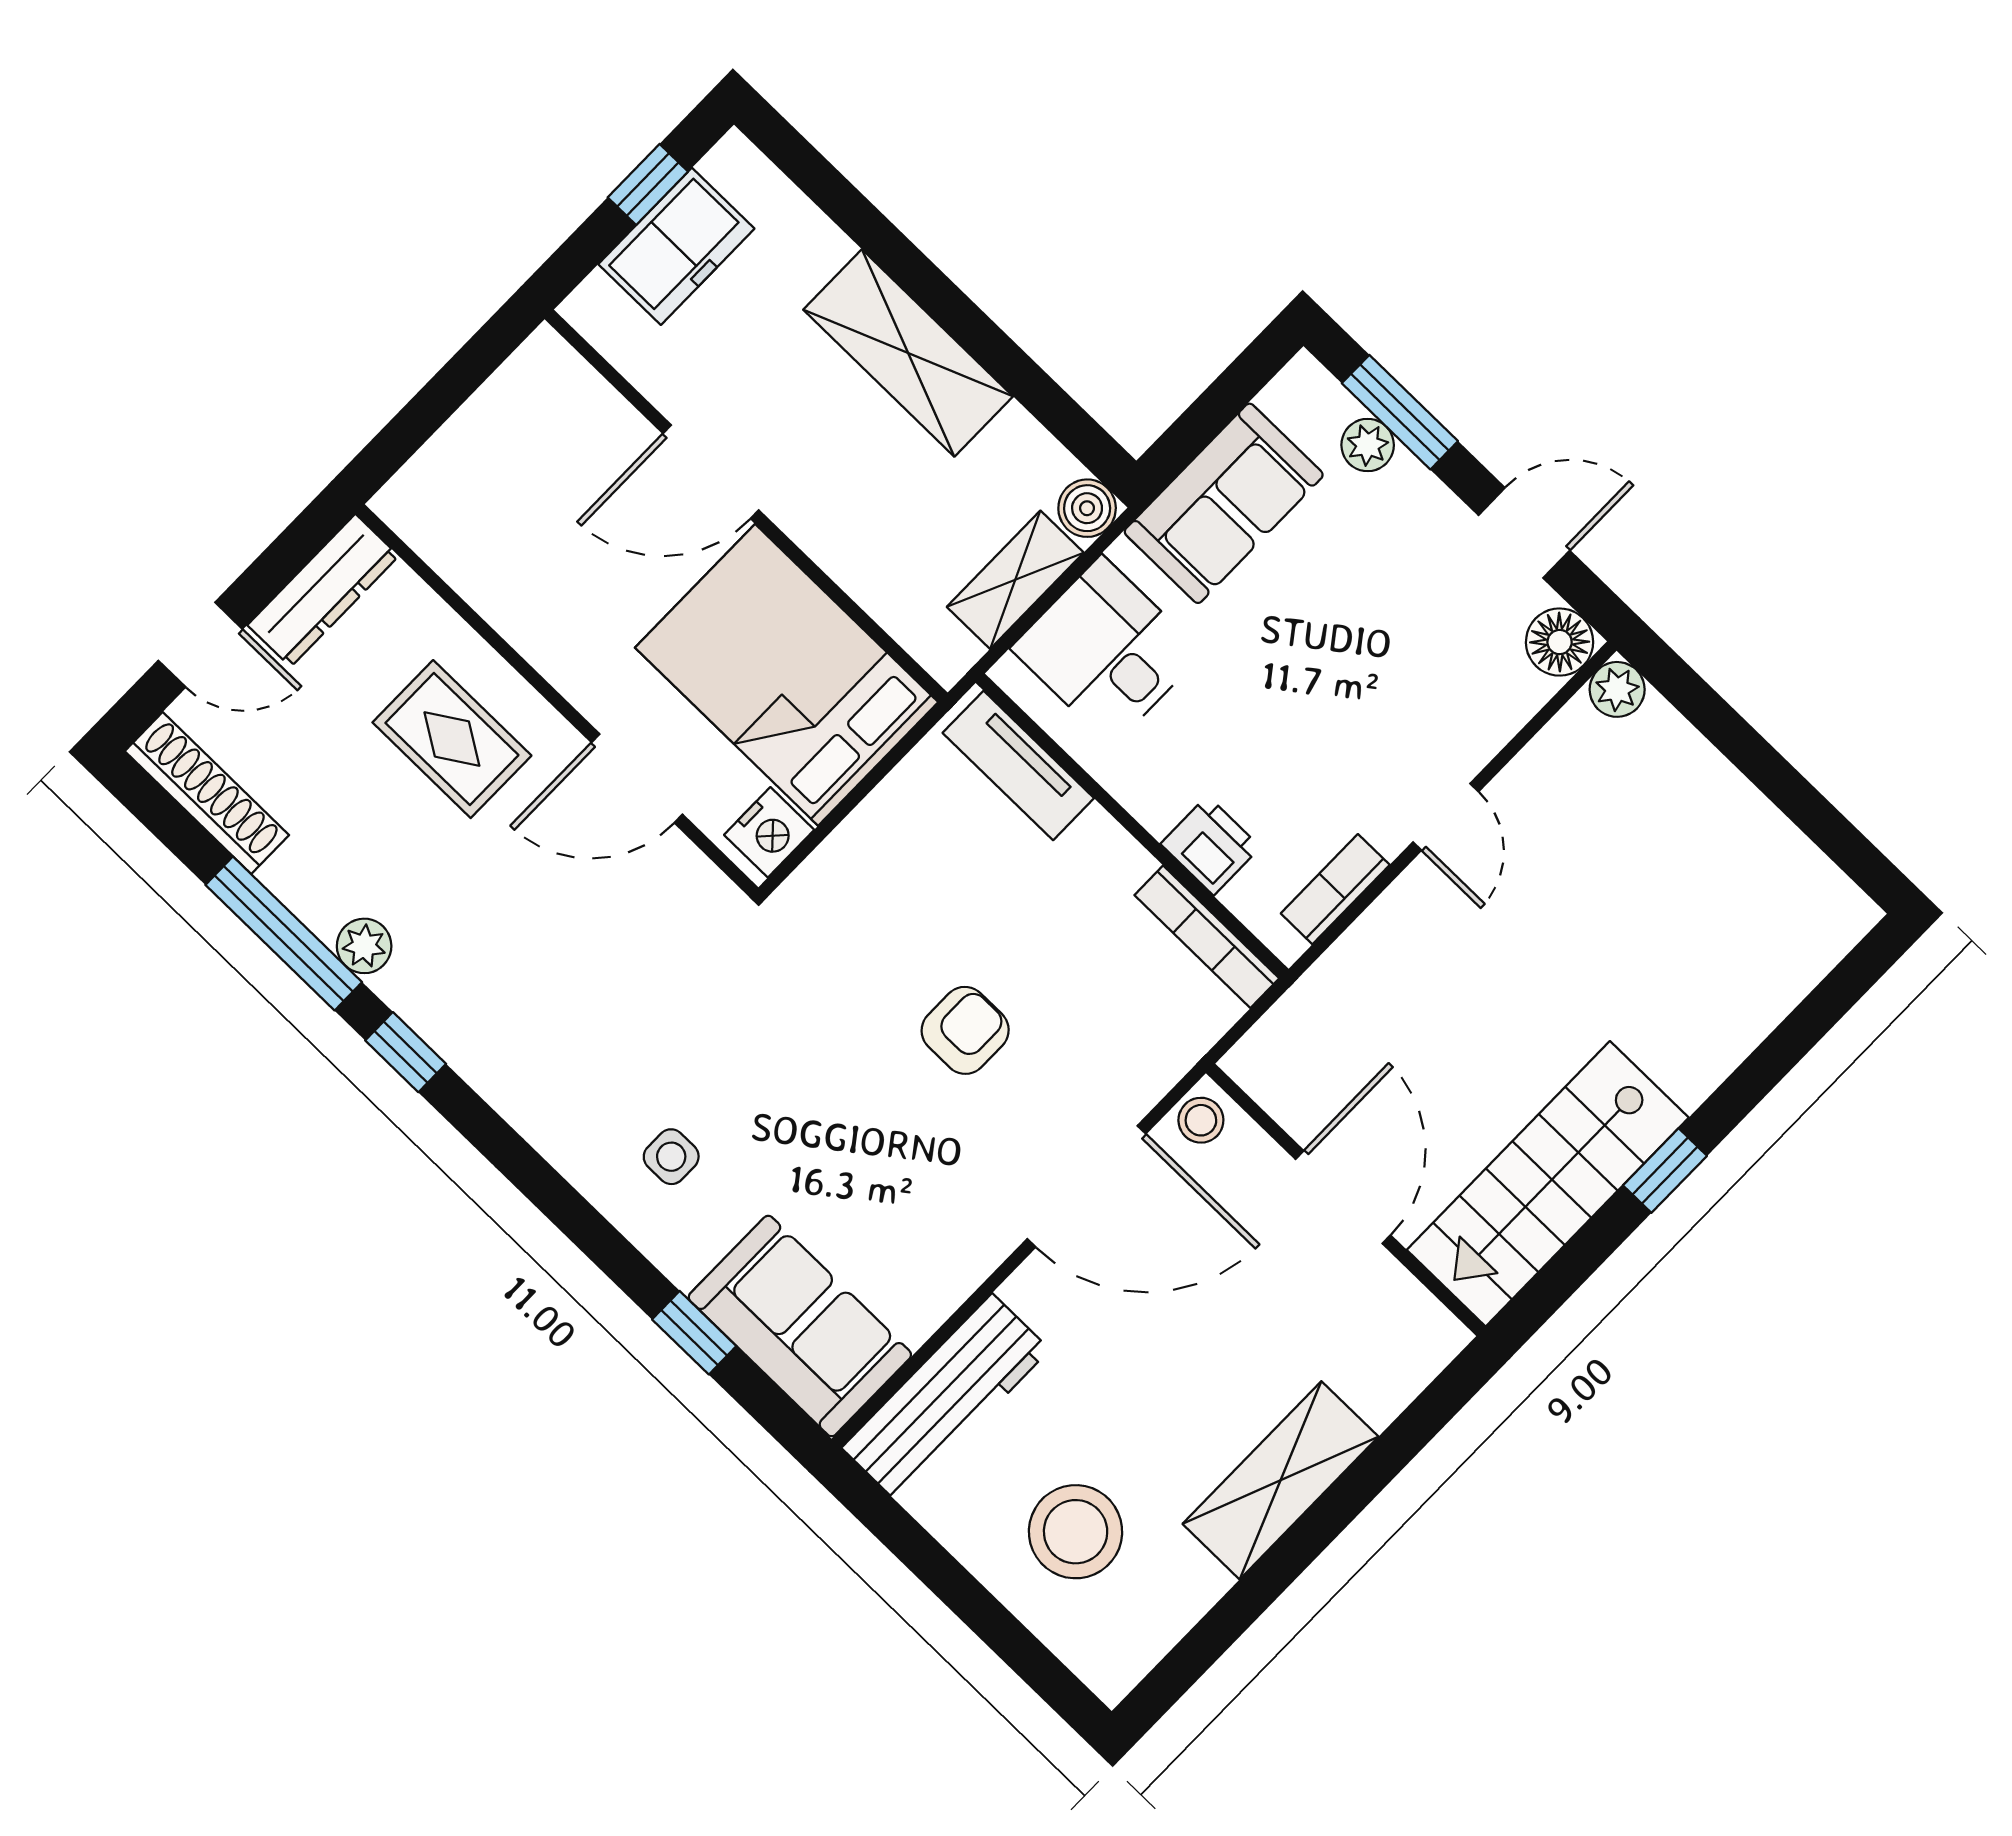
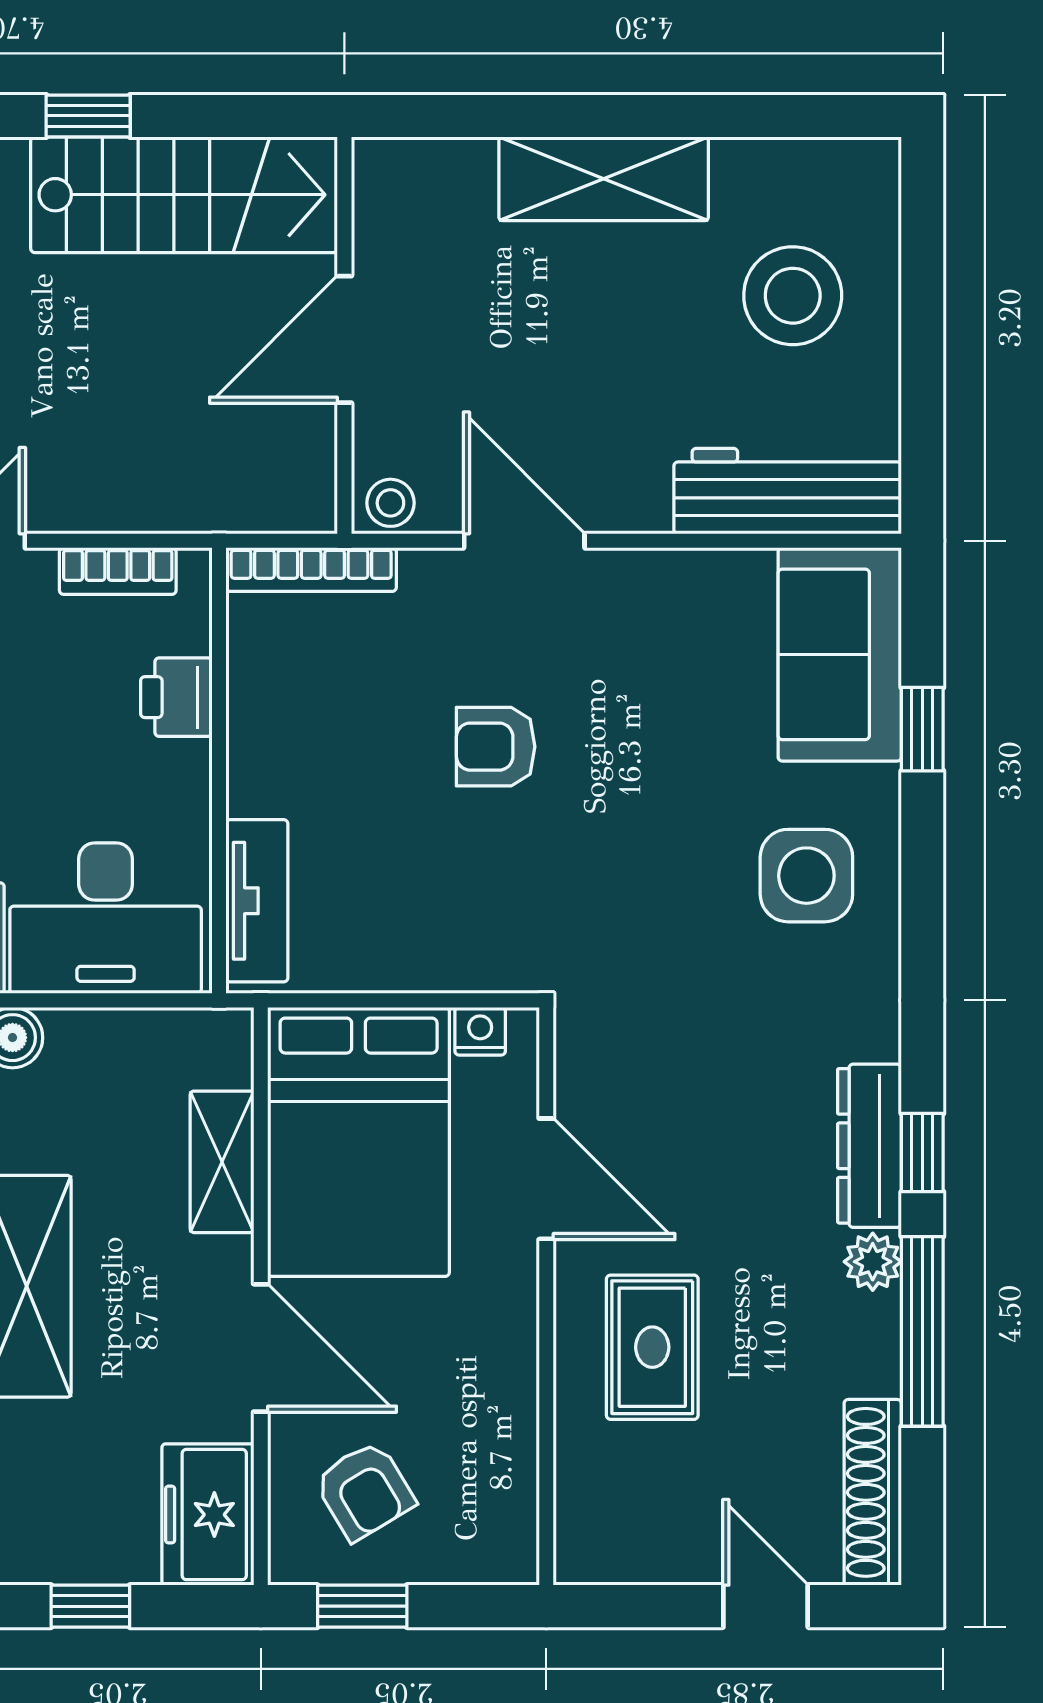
freezer: (676, 246) -> (208, 1515), moved, turned -90
window: (468, 370) -> (362, 1606), added
armchair: (545, 448) -> (365, 1491), added
shelving: (1015, 580) -> (222, 1162), moved, turned 90
dresser: (323, 591) -> (869, 1146), moved, turned -90
desk: (1107, 651) -> (106, 918), width x1.37
nightstand: (769, 832) -> (480, 1031), width x0.72, depth x0.74
bookcase: (1207, 937) -> (311, 570), moved, turned 90
side table: (671, 1157) -> (806, 876), width x1.87, depth x1.87
door: (1086, 1186) -> (524, 541), width x0.73

